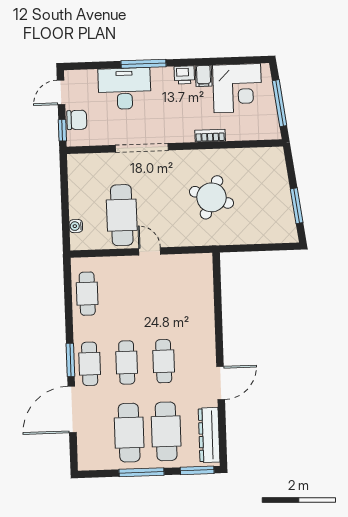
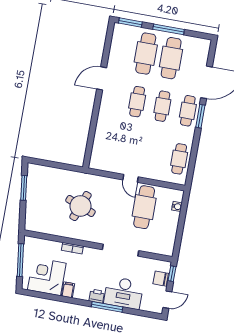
printer: (184, 75) -> (97, 296), moved
dresser: (209, 435) -> (117, 45), removed

